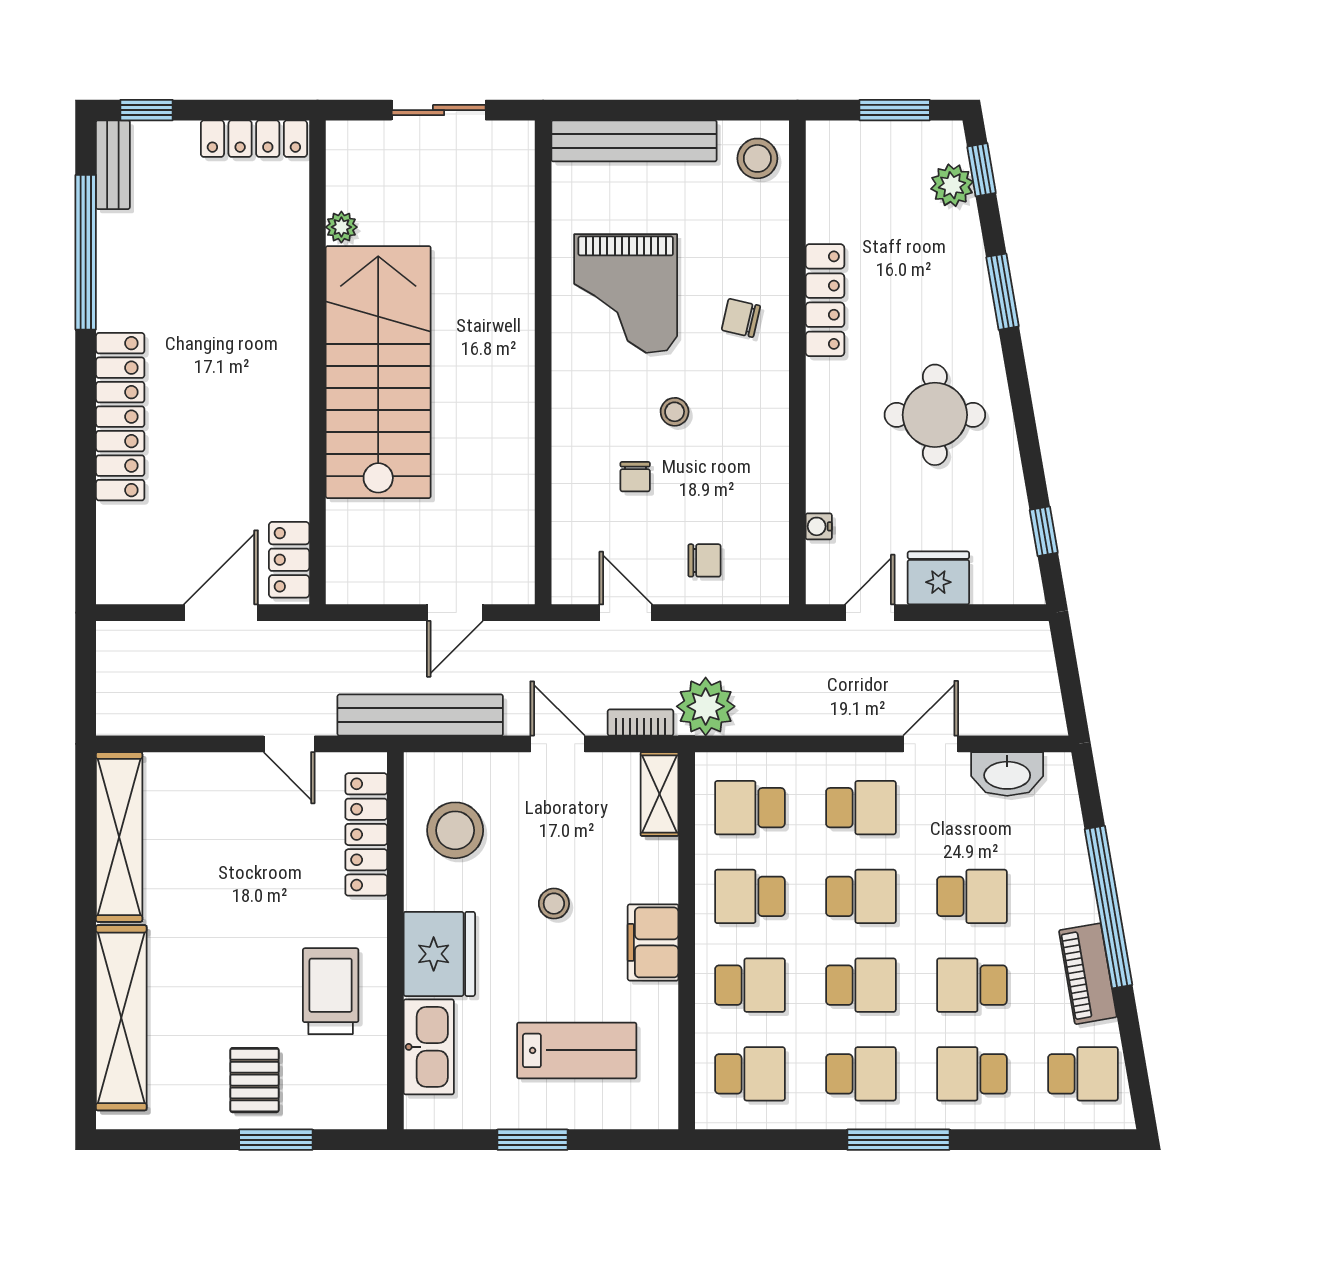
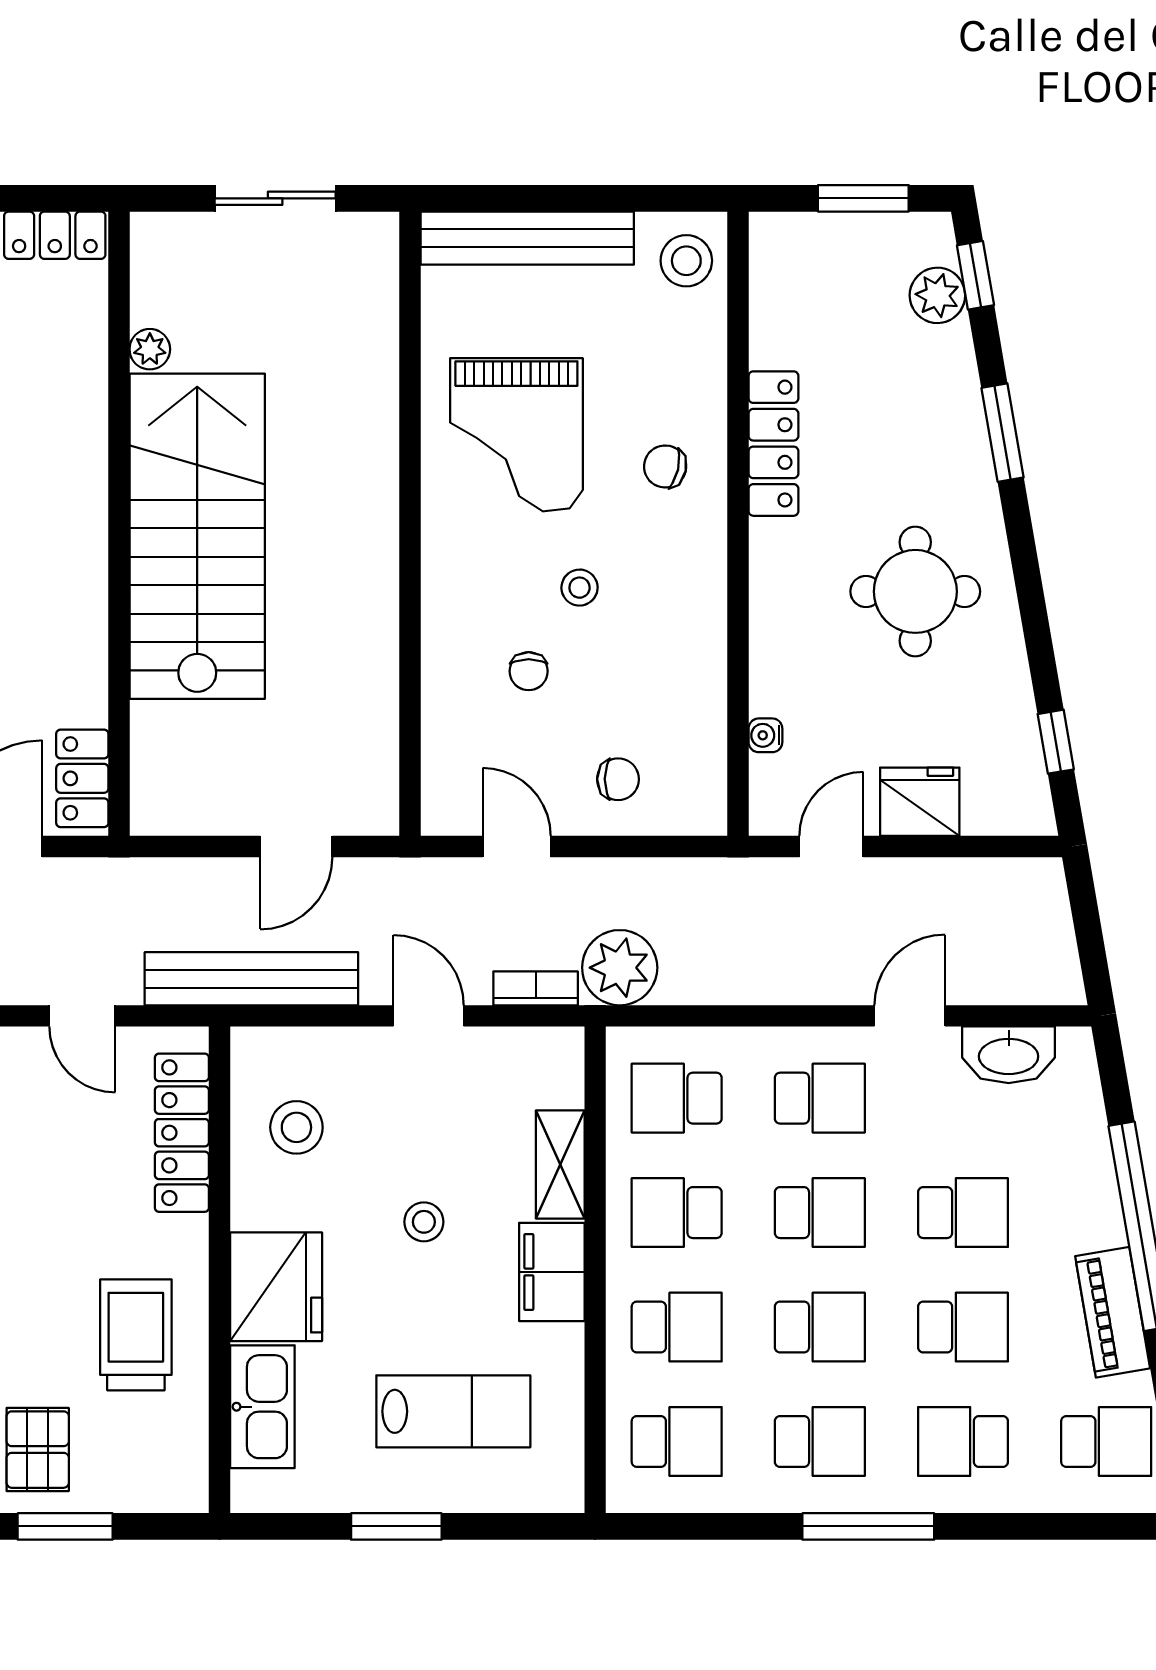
shelving: (660, 794) -> (560, 1165), moved
stool: (455, 830) -> (296, 1127), width x0.73, depth x0.73
school desk: (972, 985) -> (963, 1327), turned 180

